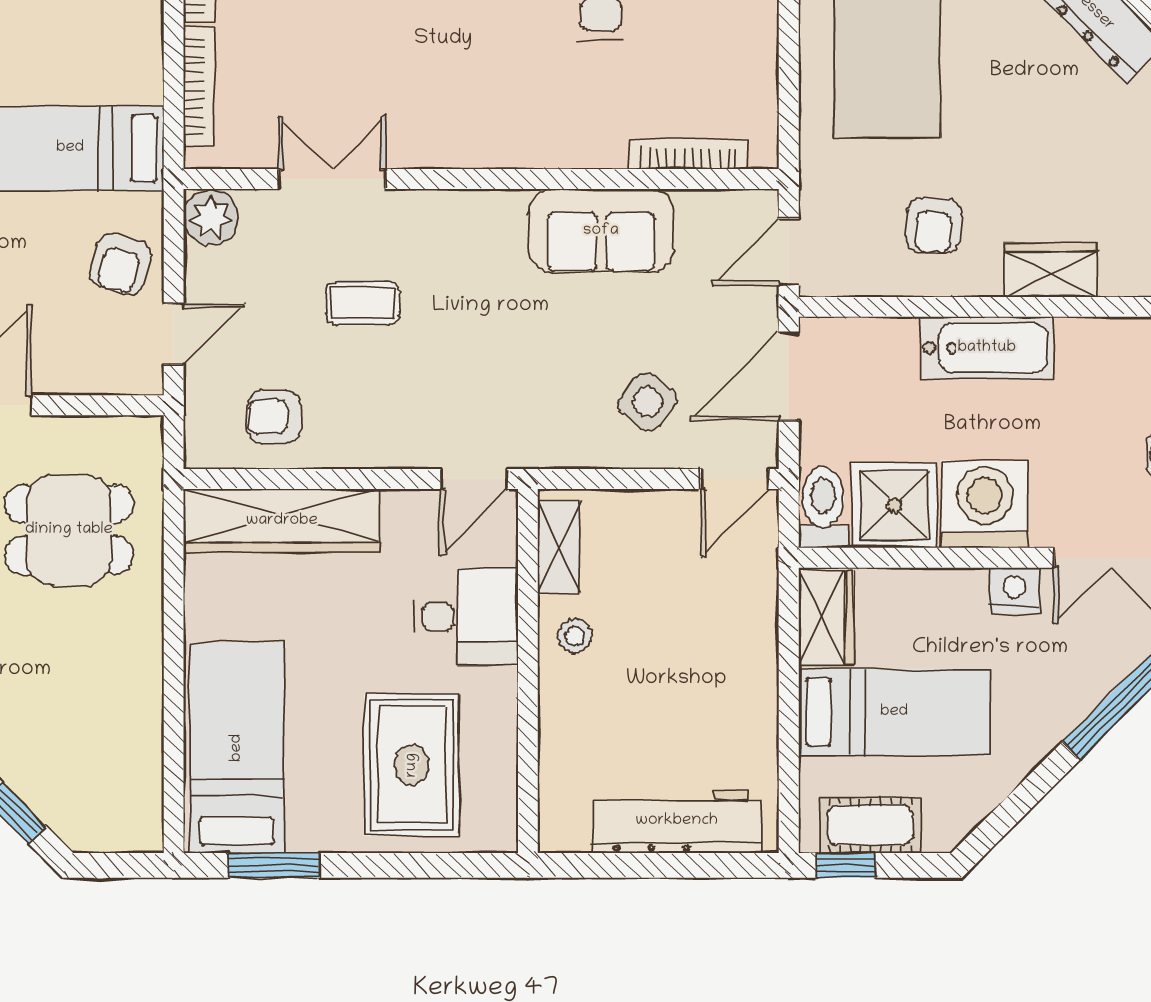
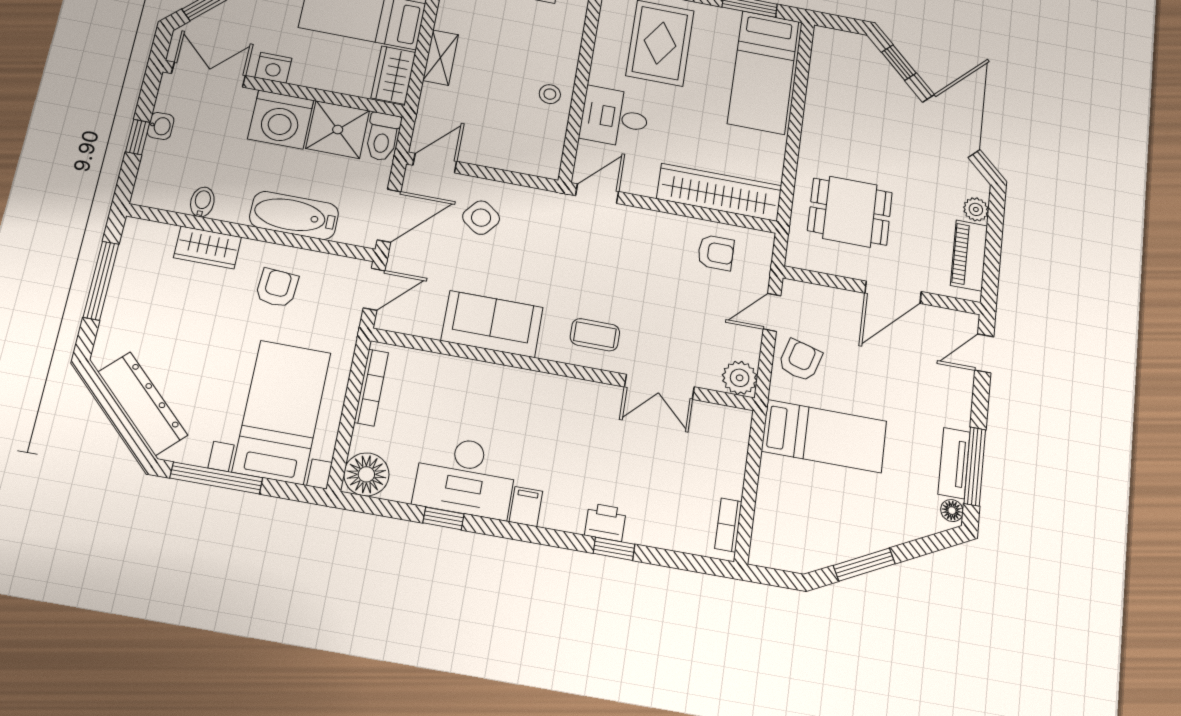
bookcase: (199, 86) -> (737, 460), removed
bookcase: (689, 154) -> (371, 387), moved, turned -90
coffee table: (363, 303) -> (595, 335), moved
bidet: (1074, 342) -> (202, 202), added
bathtub: (987, 348) -> (294, 215), moved
shelving: (559, 547) -> (441, 58), moved

